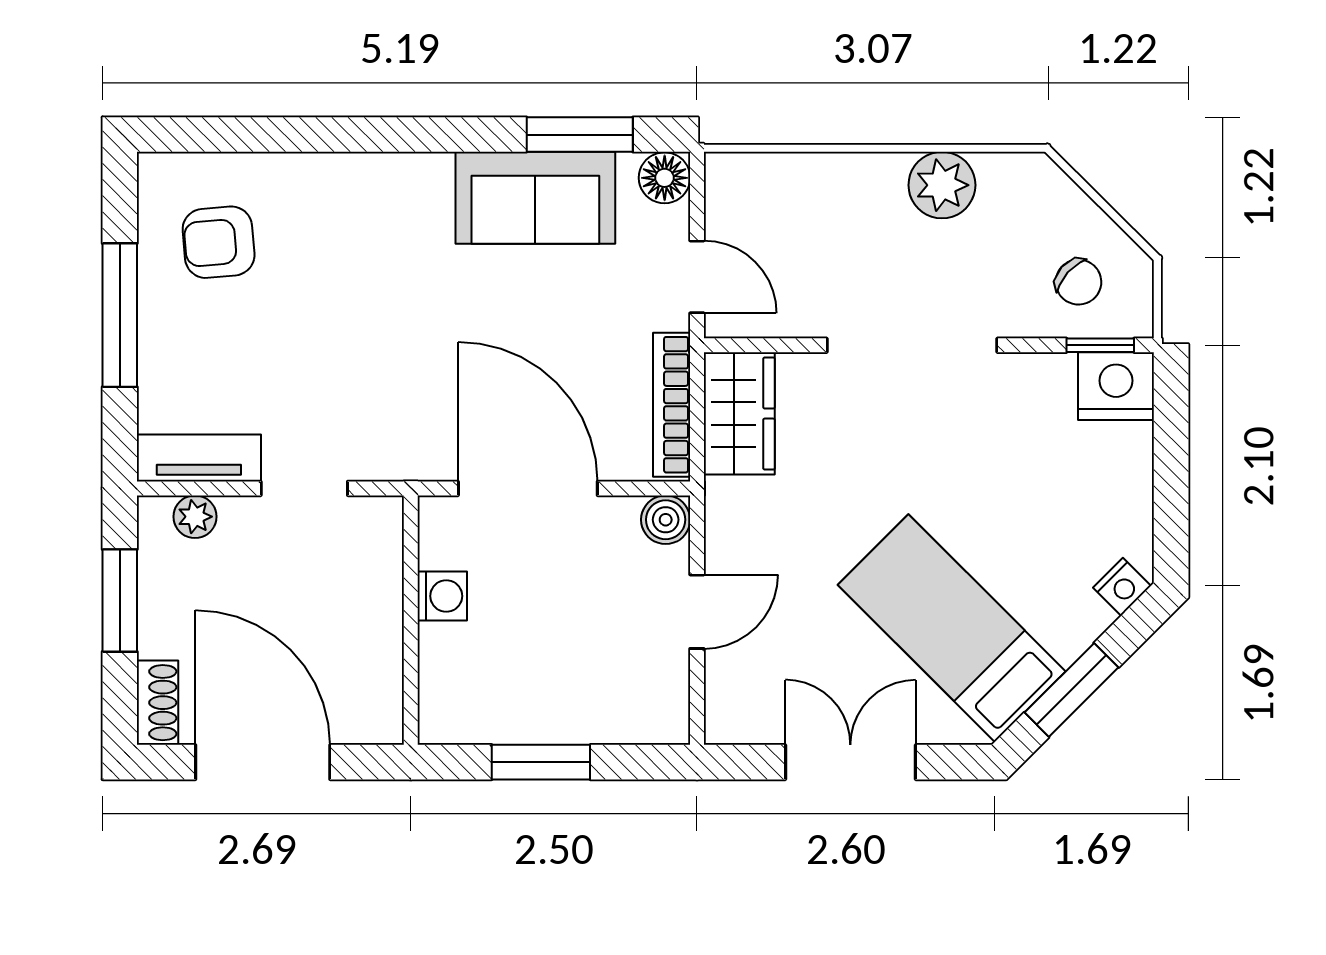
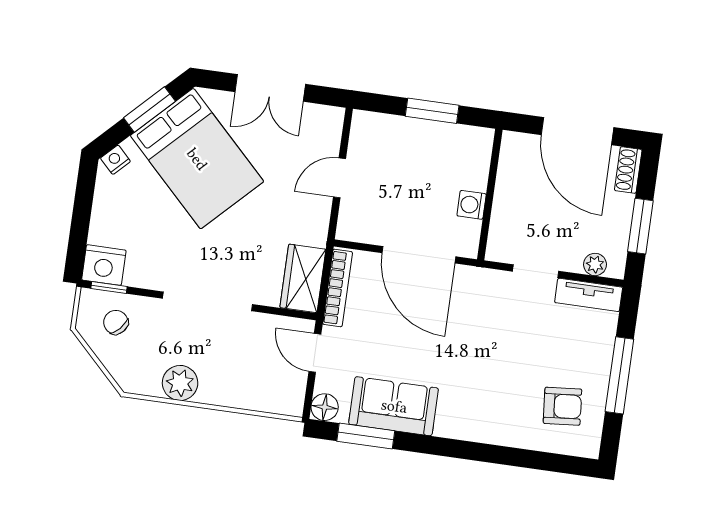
boiler: (666, 520) -> (349, 228), removed
bed: (952, 628) -> (197, 159), width x1.50

